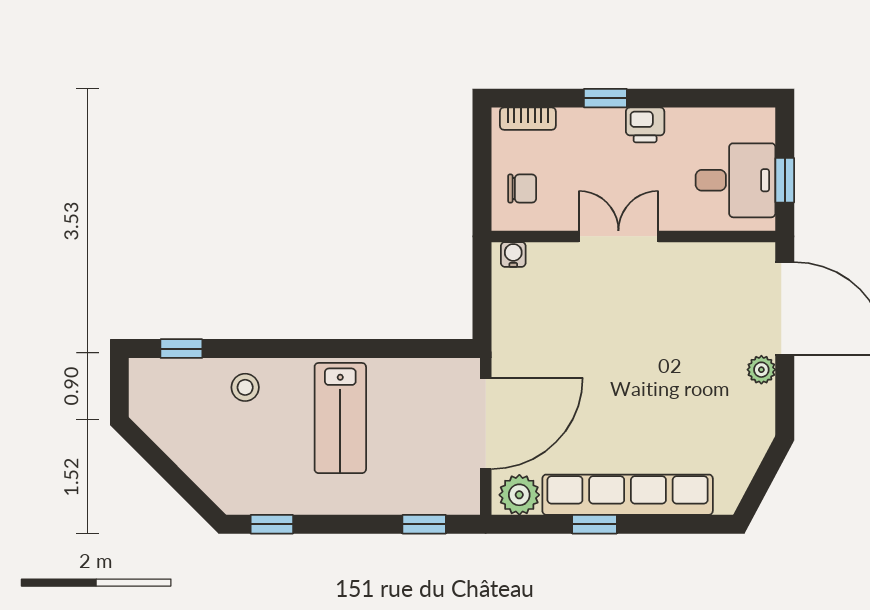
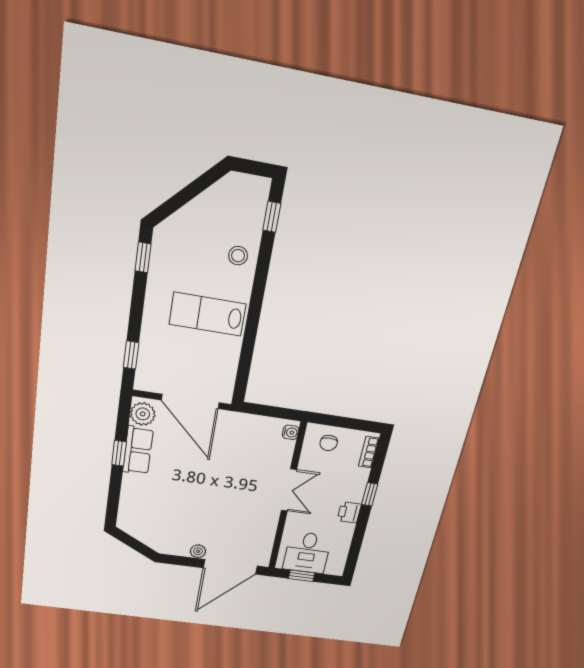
row of seats: (628, 495) -> (138, 450), width x0.50

